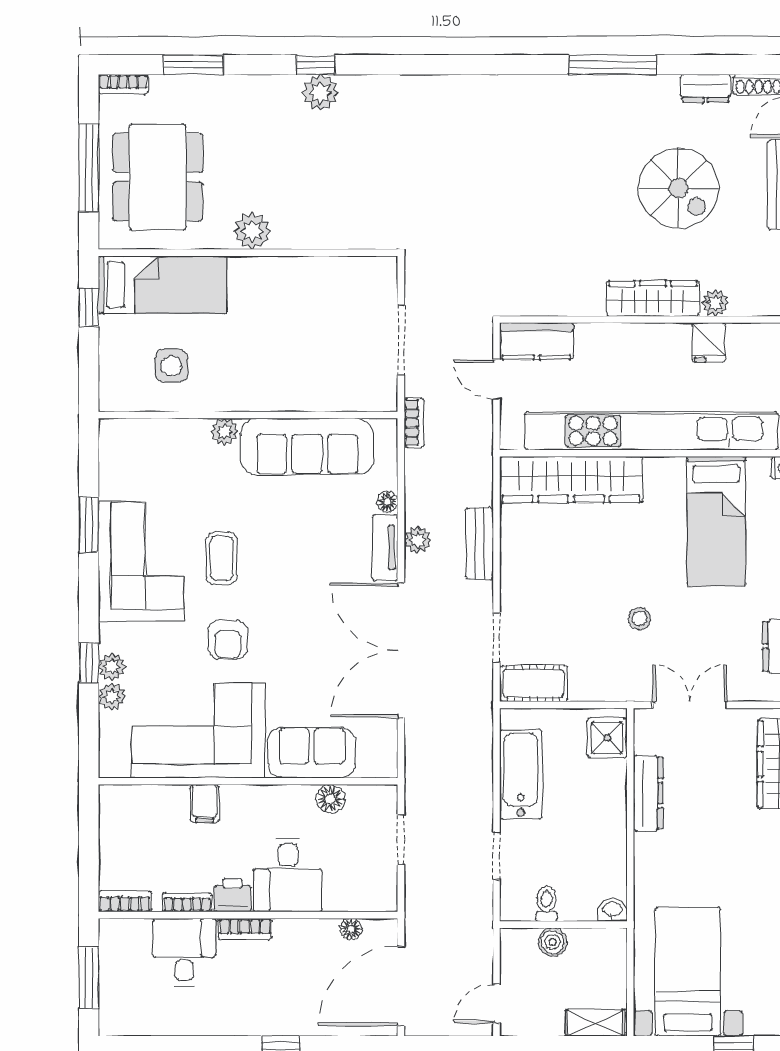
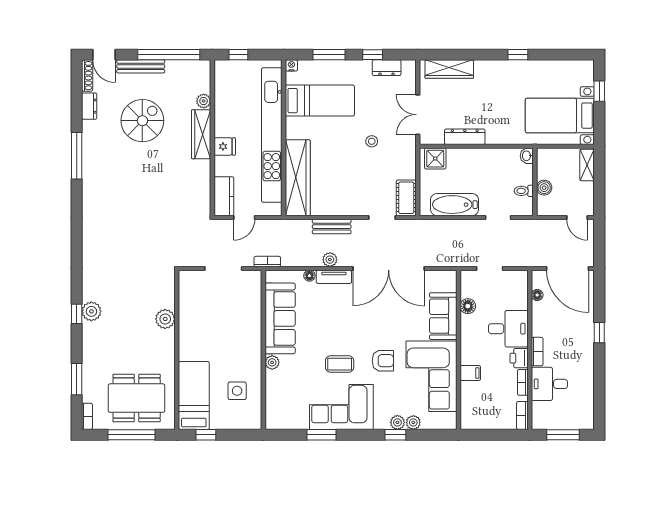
plant: (252, 231) -> (165, 319), moved
fridge: (709, 343) -> (225, 146), moved

